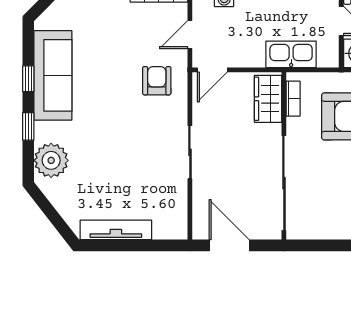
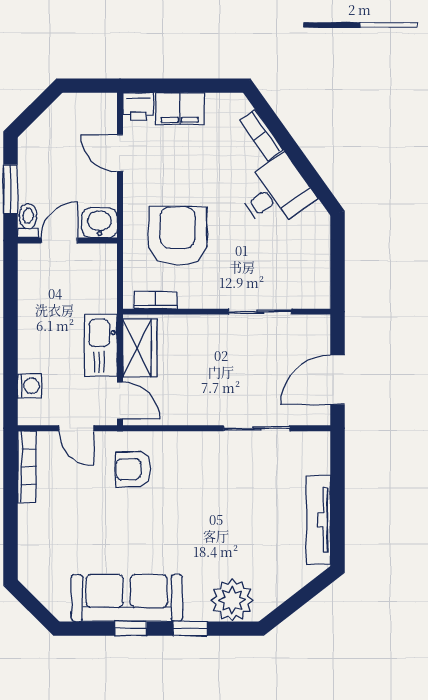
kitchen sink: (291, 54) -> (101, 345), moved
wardrobe: (268, 99) -> (140, 348), moved, turned -90
sliding door: (190, 152) -> (257, 428), moved
sliding door: (284, 183) -> (260, 312), width x0.54

